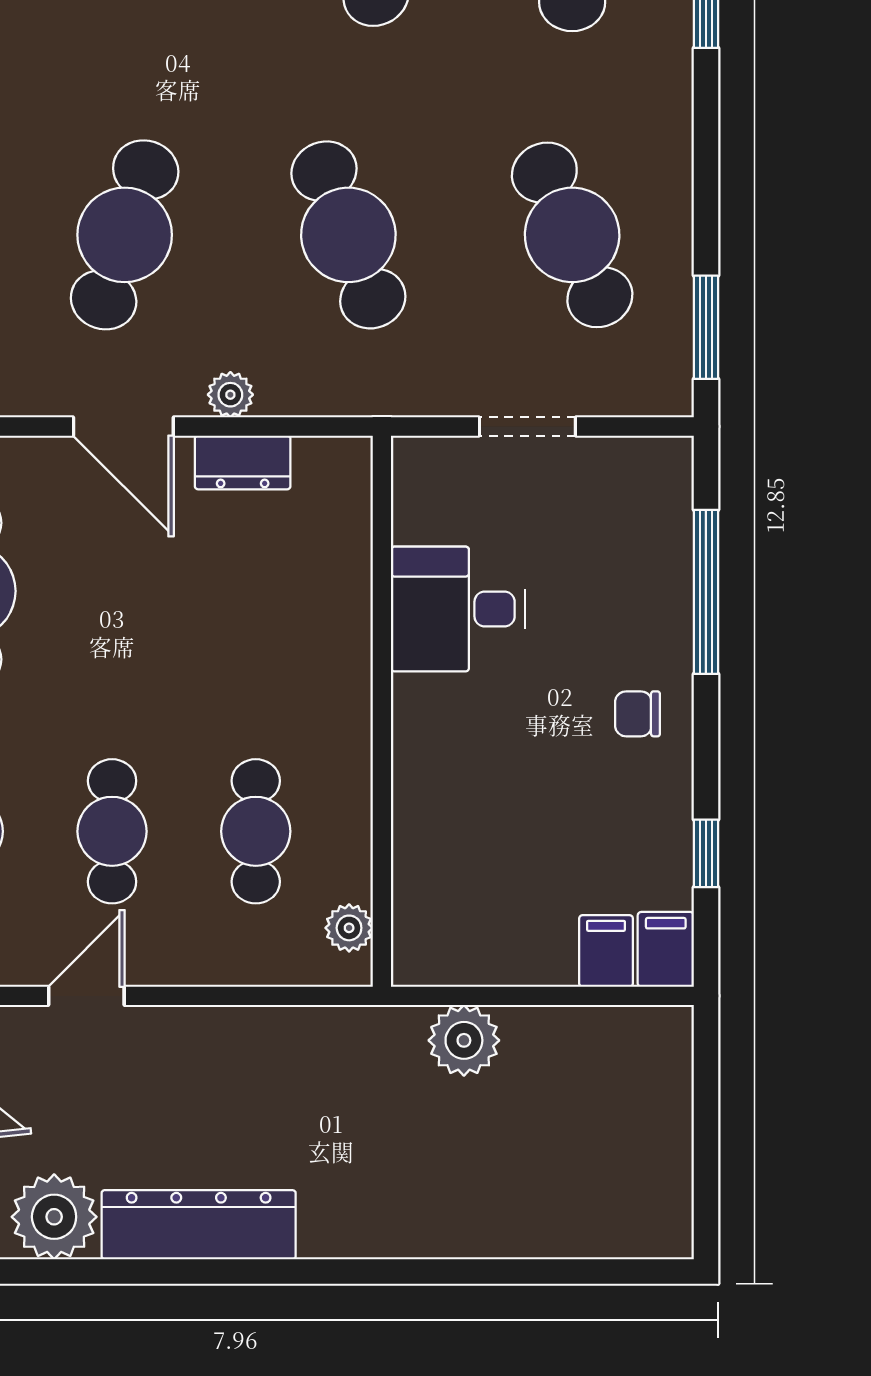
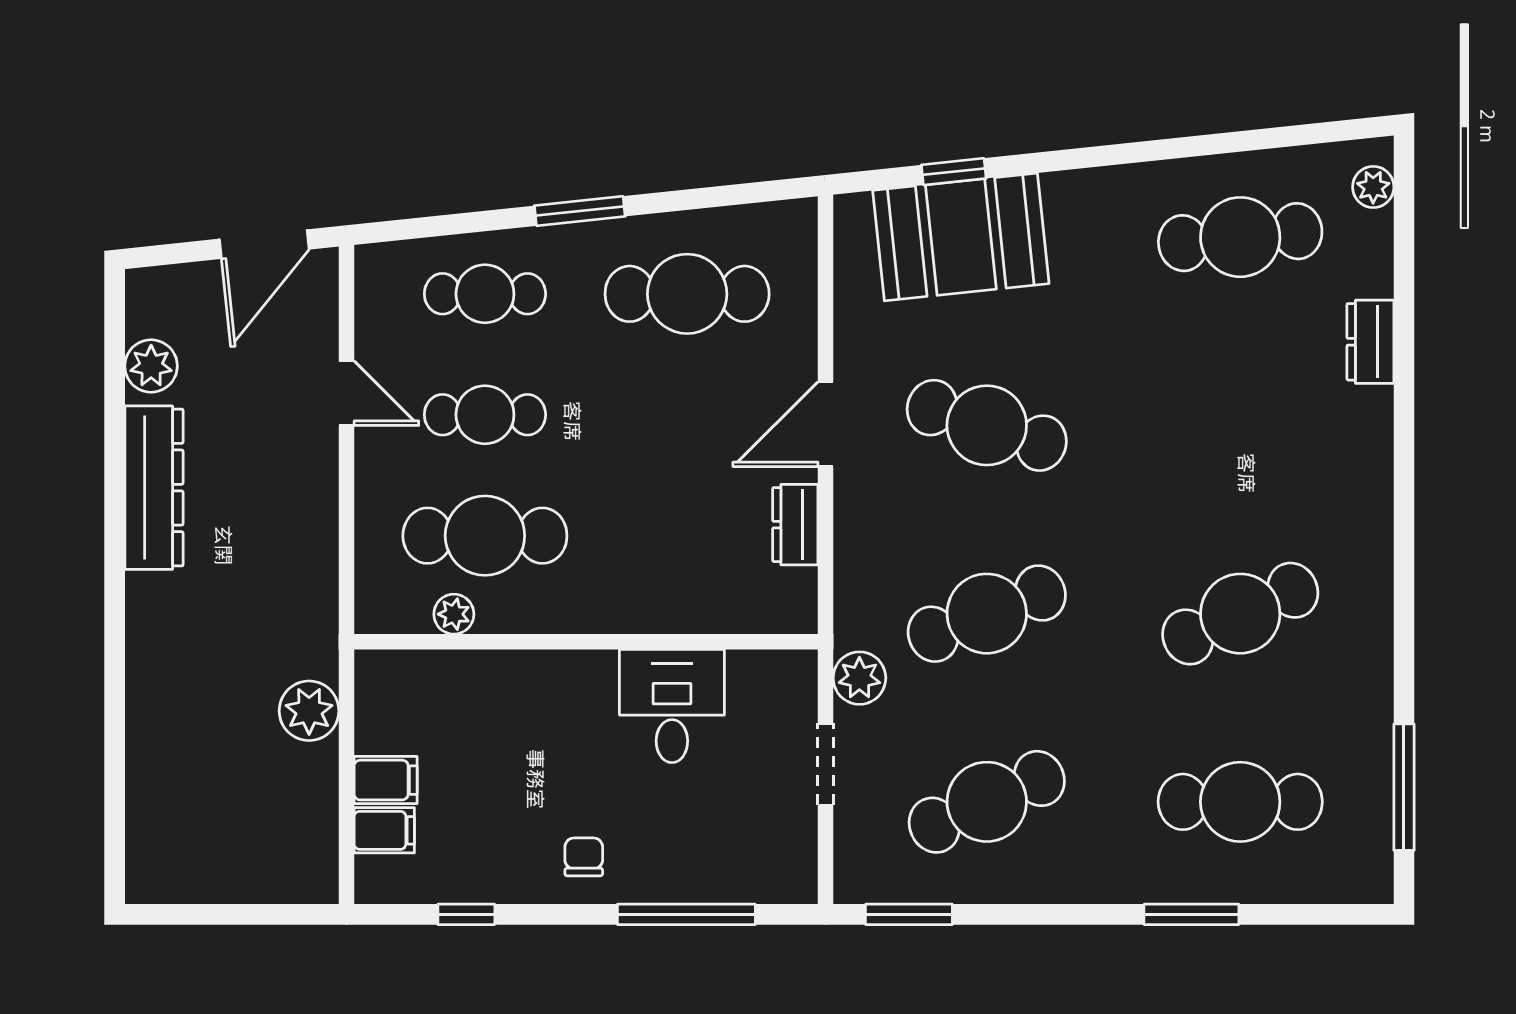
plant: (230, 395) -> (859, 678), moved, width x1.38, depth x1.38
cafe table: (256, 831) -> (485, 536), width x1.37, depth x1.35
plant: (349, 928) -> (454, 614), moved
filing cabinet: (666, 949) -> (386, 780), moved
plant: (54, 1217) -> (151, 366), width x0.73, depth x0.73

